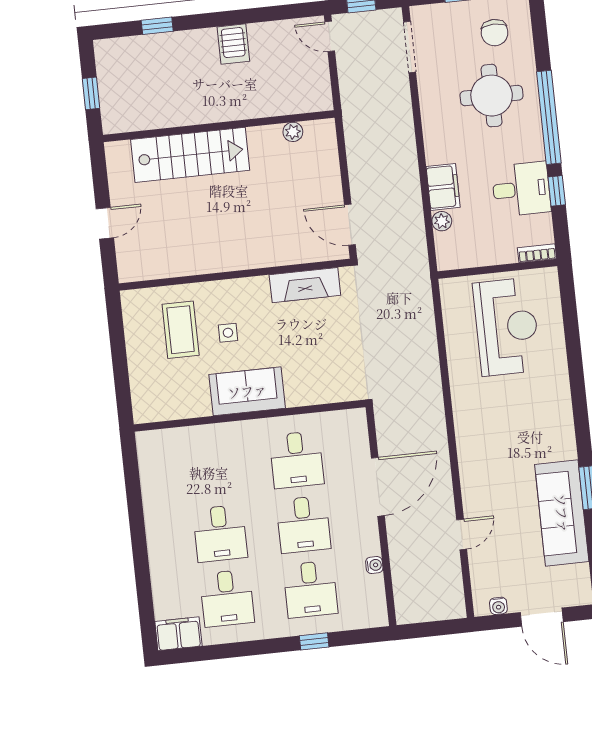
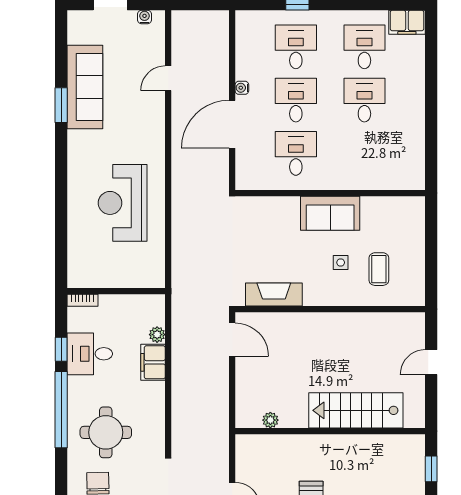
reception desk: (507, 327) -> (123, 203), moved
coffee table: (181, 330) -> (379, 269), width x0.73, depth x0.77
water cooler: (374, 565) -> (242, 88), moved

